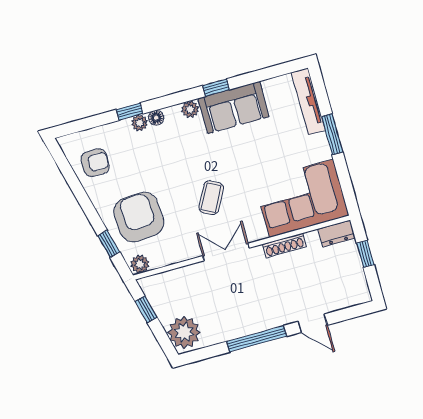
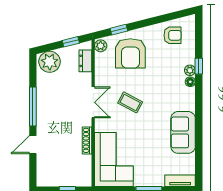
window: (216, 88) -> (199, 125), removed
tv unit: (308, 101) -> (180, 181), width x0.71
plant: (190, 109) -> (190, 105), removed
armchair: (95, 163) -> (173, 35), turned -90
armchair: (139, 217) -> (130, 53), turned 94
dresser: (337, 233) -> (85, 61), moved

